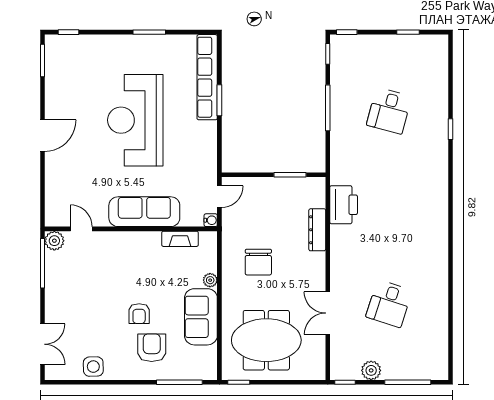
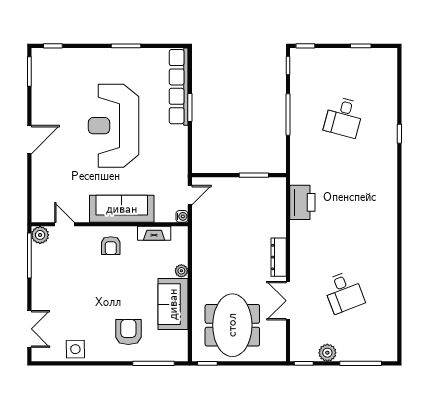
dresser: (317, 230) -> (279, 257), moved
chair: (258, 262) -> (225, 254), removed
desk: (389, 304) -> (344, 292), turned -39
armchair: (139, 314) -> (111, 246), moved
meeting table: (266, 340) -> (232, 325), turned 90

